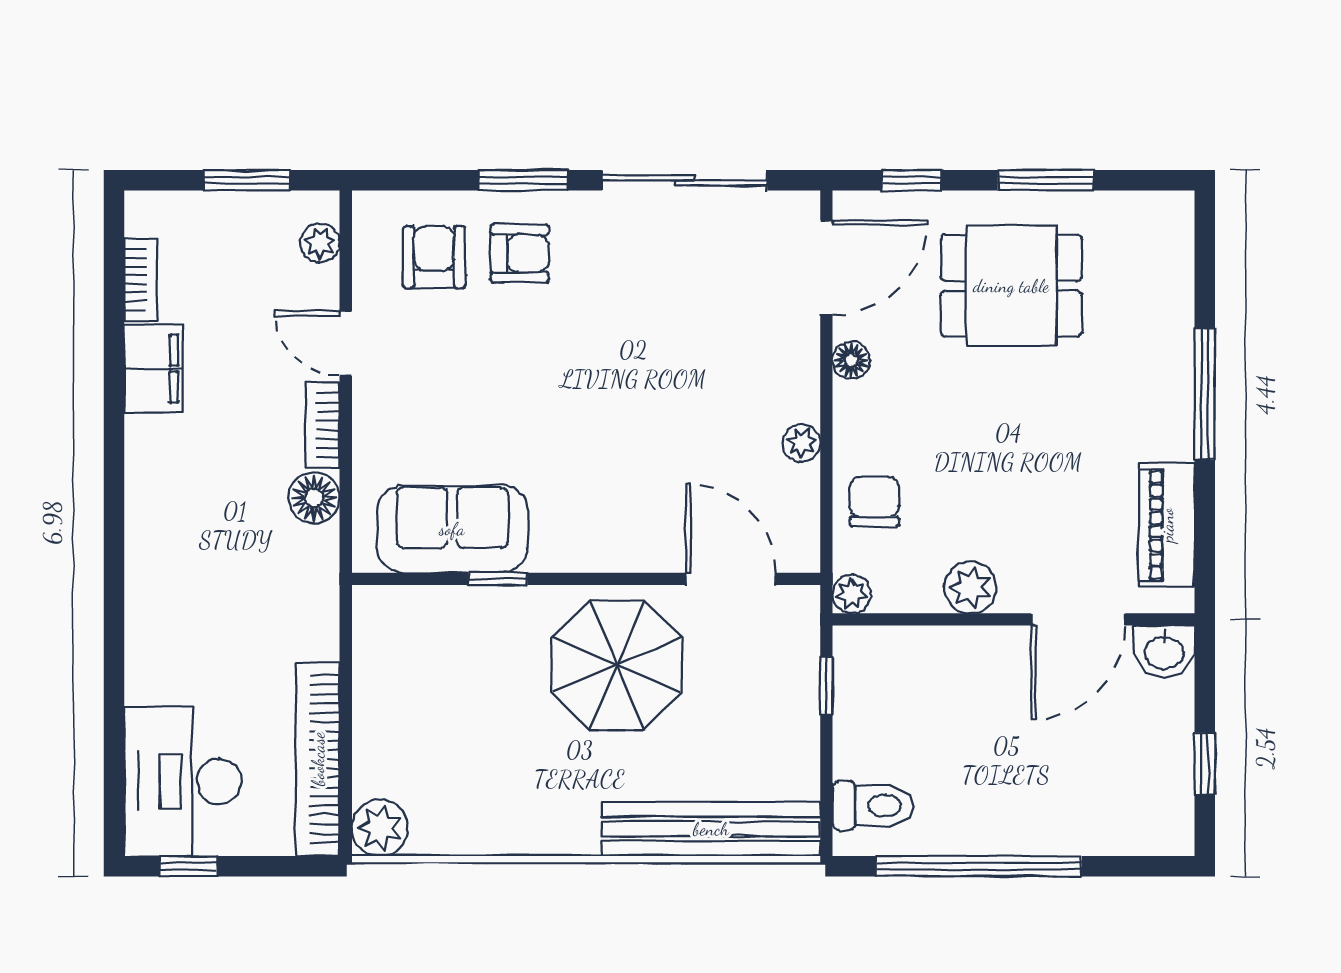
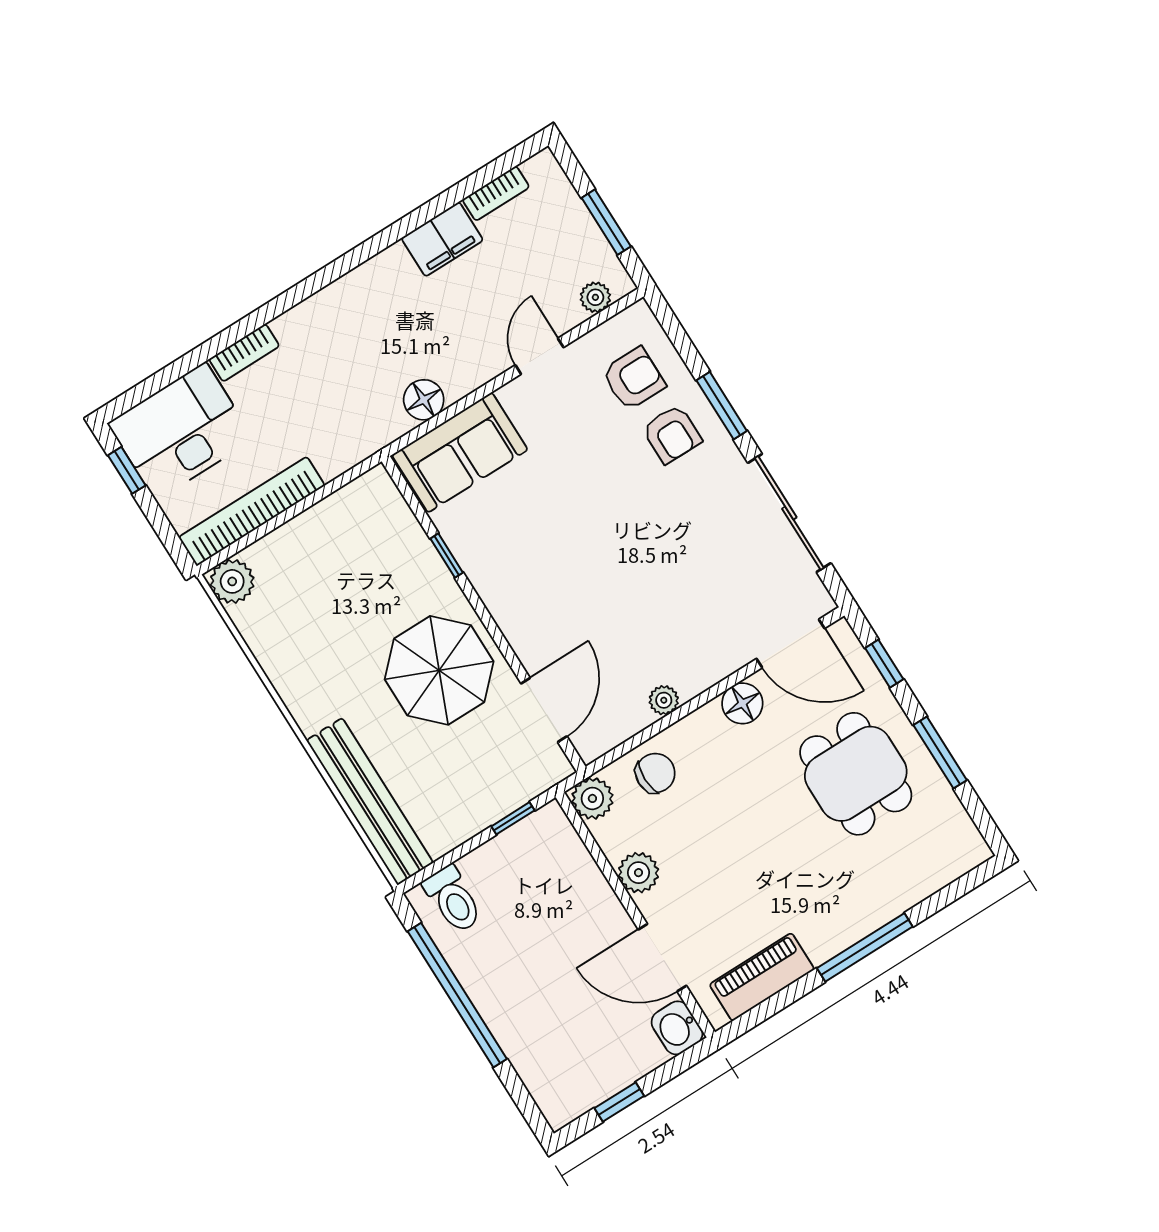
floor lamp: (851, 360) -> (742, 703), width x1.37, depth x1.37
bookcase: (322, 425) -> (244, 353), moved, turned 180
sofa: (452, 529) -> (460, 452), moved, turned 90
plant: (852, 594) -> (592, 798), width x1.38, depth x1.38

